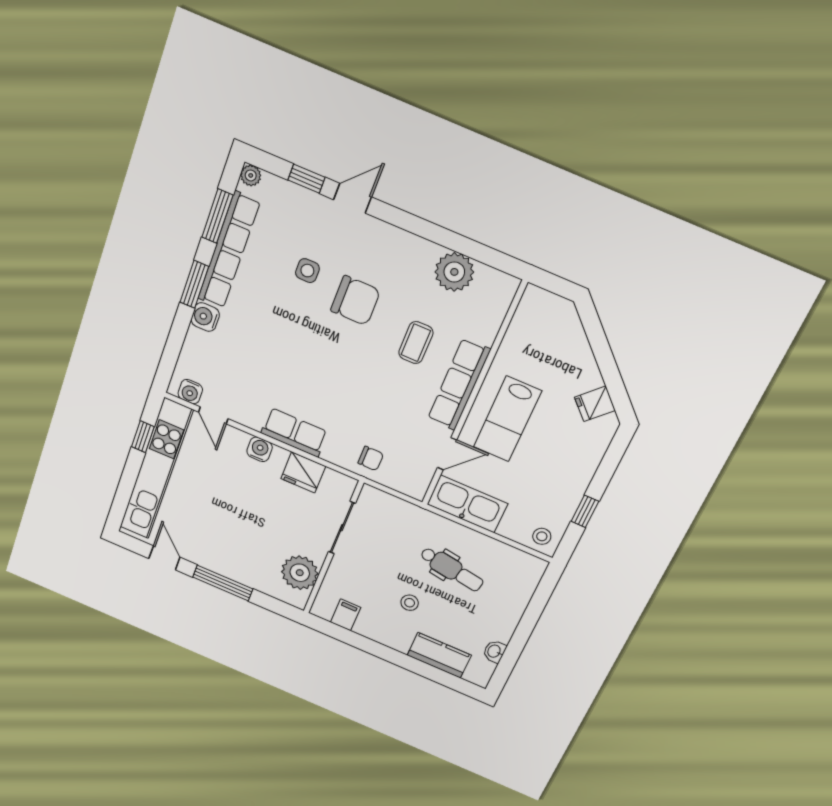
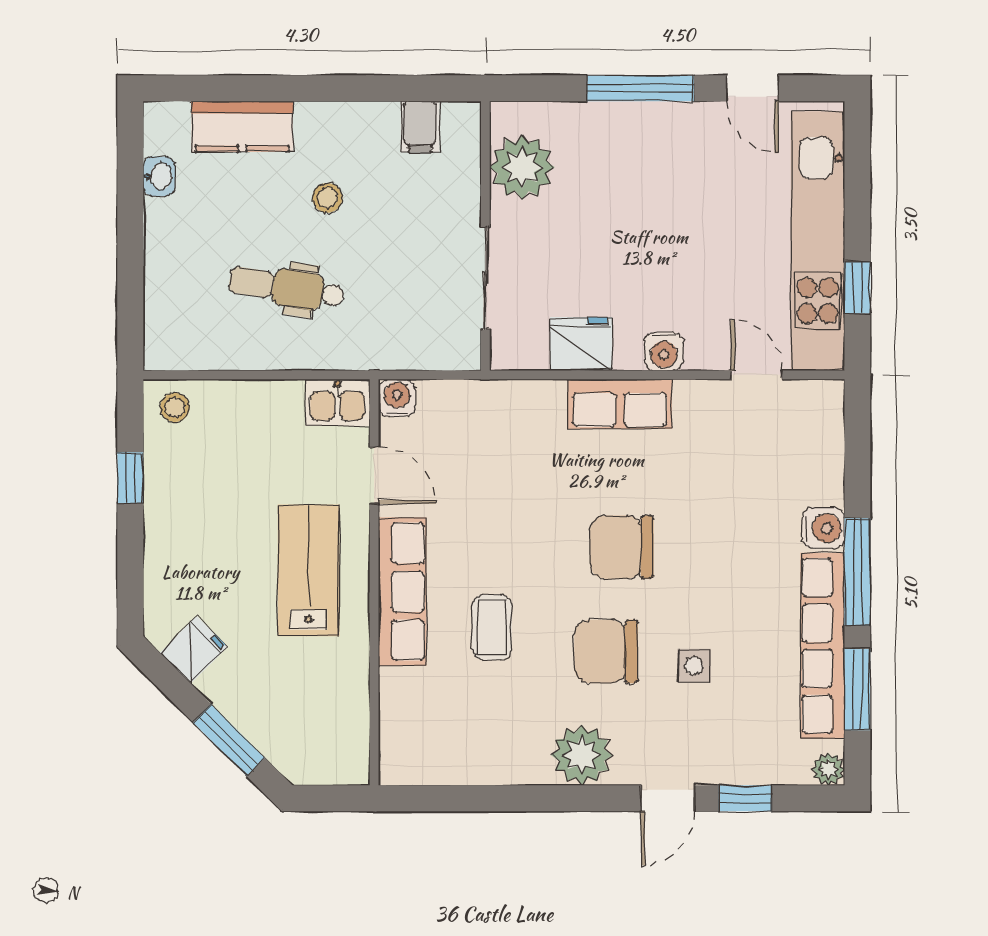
plant: (454, 272) -> (582, 755), moved
window: (194, 284) -> (857, 572), width x1.44
window: (599, 344) -> (229, 740), added
water cooler: (190, 392) -> (397, 398), moved
door: (447, 454) -> (374, 475), swing flipped
chair: (371, 458) -> (622, 547), moved, width x1.87, depth x1.87
kitchen sink: (467, 504) -> (338, 403), width x0.53, depth x0.81

